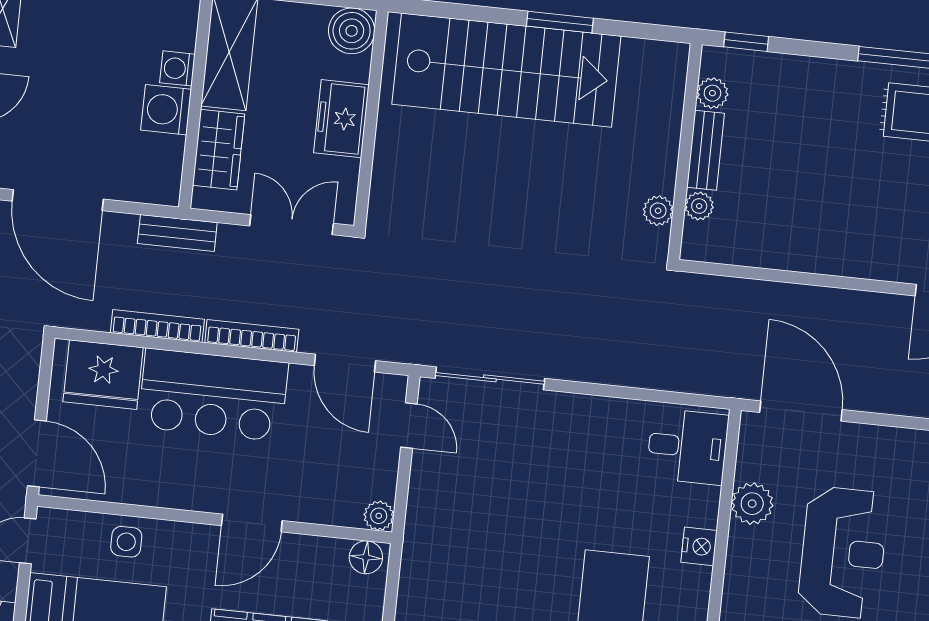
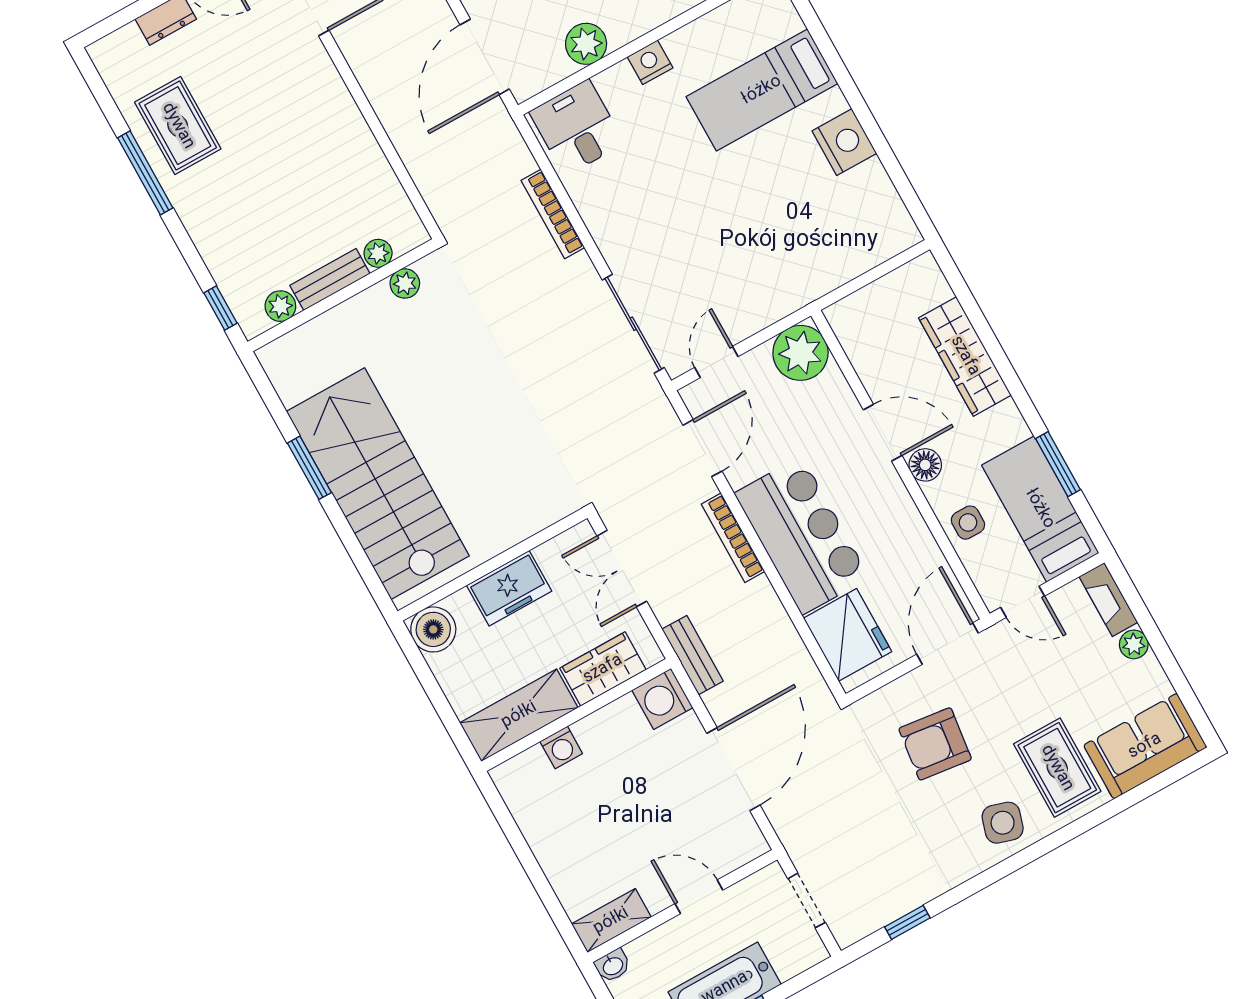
washing machine: (166, 110) -> (662, 699), moved, turned 90
bookcase: (157, 326) -> (553, 214), moved
plant: (379, 516) -> (800, 353), width x1.88, depth x1.88
floor lamp: (366, 557) -> (925, 465), moved

